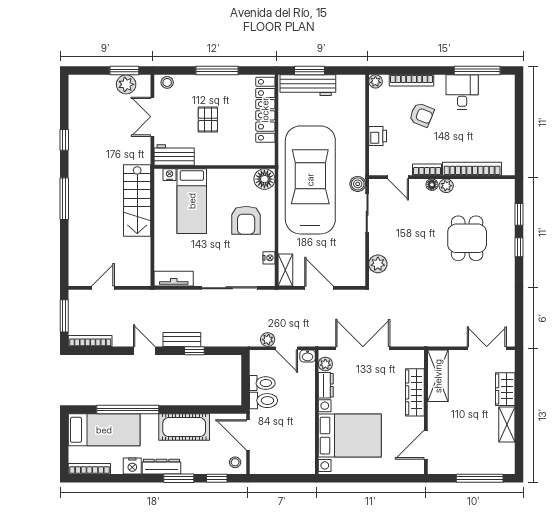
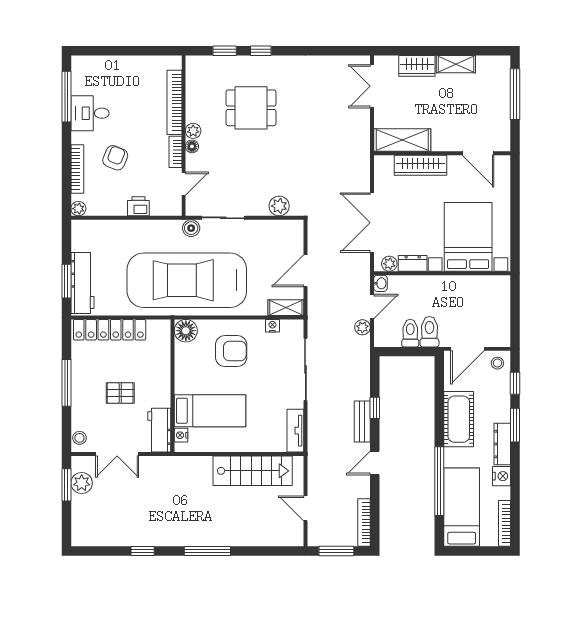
stairs: (137, 201) -> (253, 471), moved

